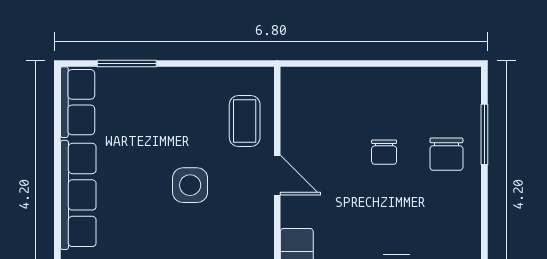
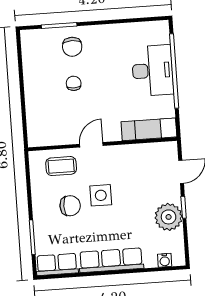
chair: (176, 132) -> (70, 206), added
chair: (384, 152) -> (74, 83), turned -90
chair: (446, 154) -> (72, 47), turned 90

